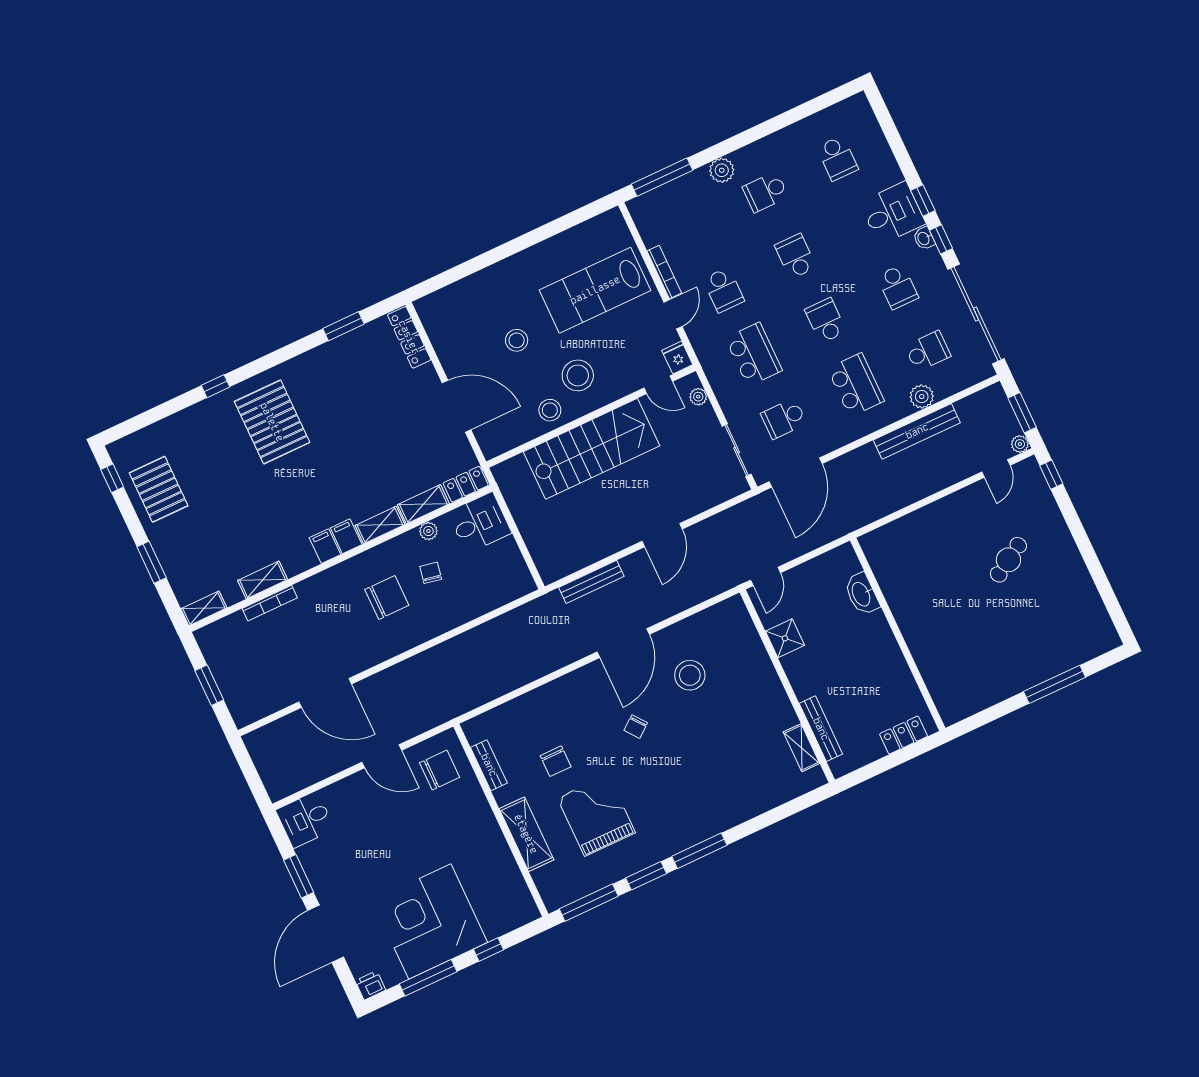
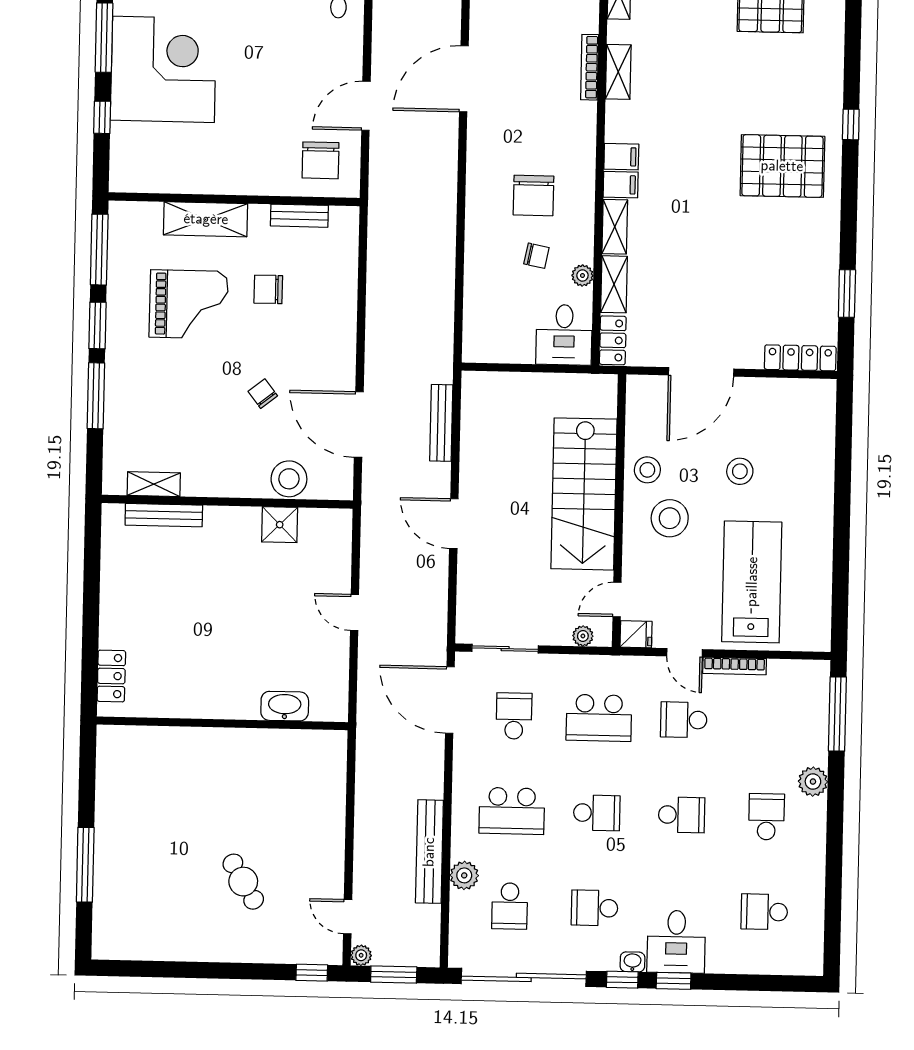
shower: (785, 638) -> (280, 525), moved
wall: (787, 686) -> (227, 502), moved
bench: (821, 729) -> (164, 515), moved
shelving: (801, 748) -> (154, 484), moved

